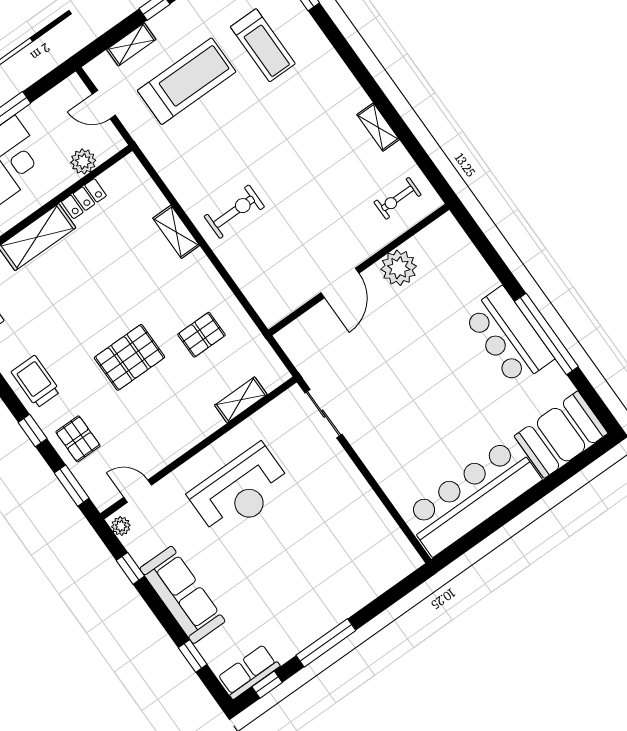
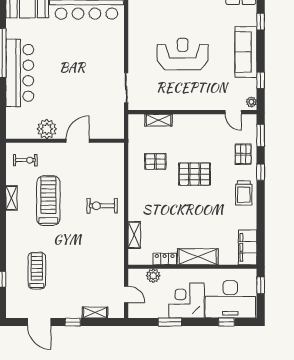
treadmill: (187, 81) -> (48, 201), moved, turned 90
shelving: (176, 232) -> (134, 235), moved
bar counter: (508, 336) -> (20, 73), width x1.36
reception desk: (240, 491) -> (183, 54), moved

